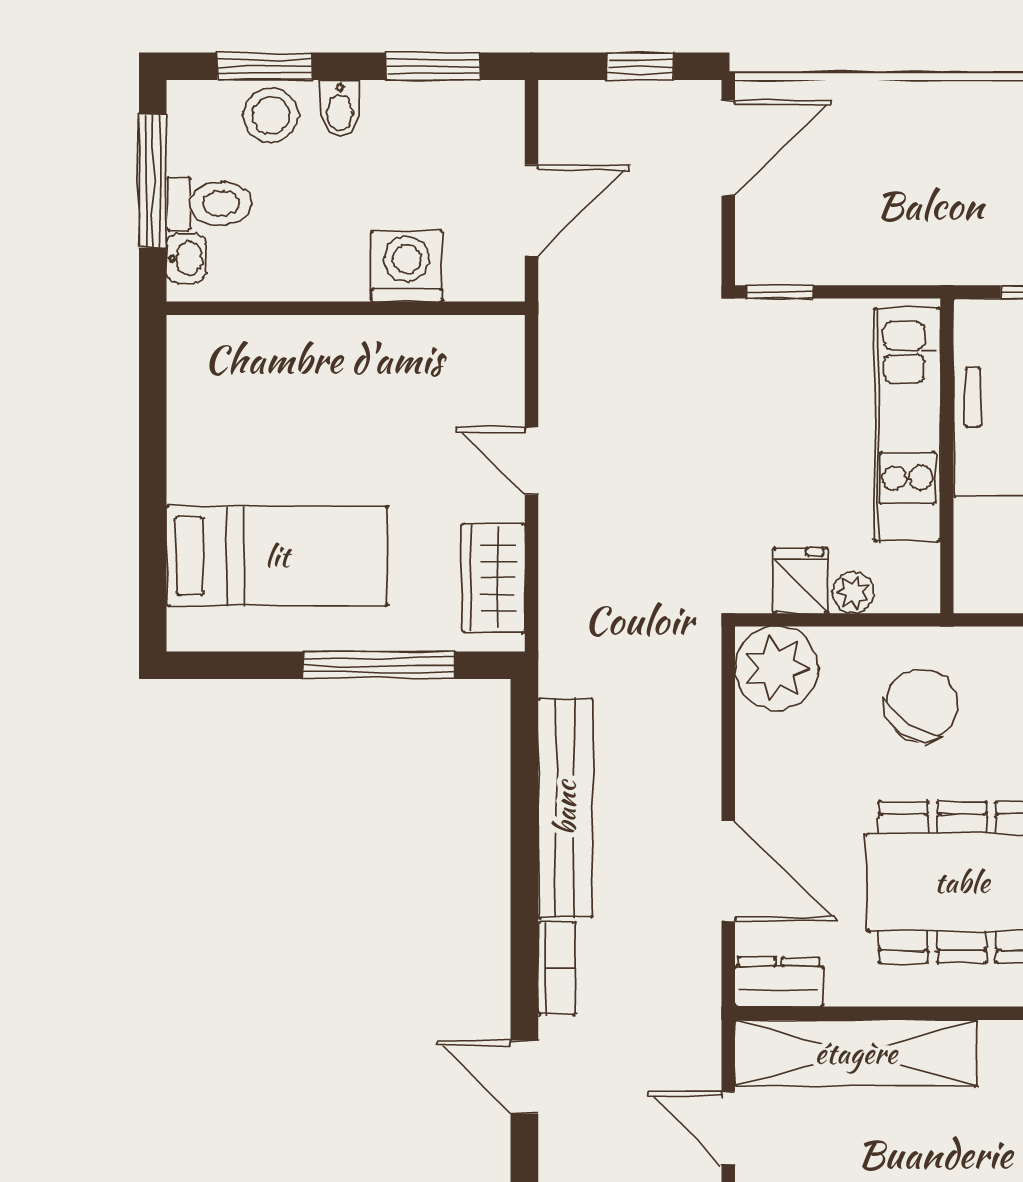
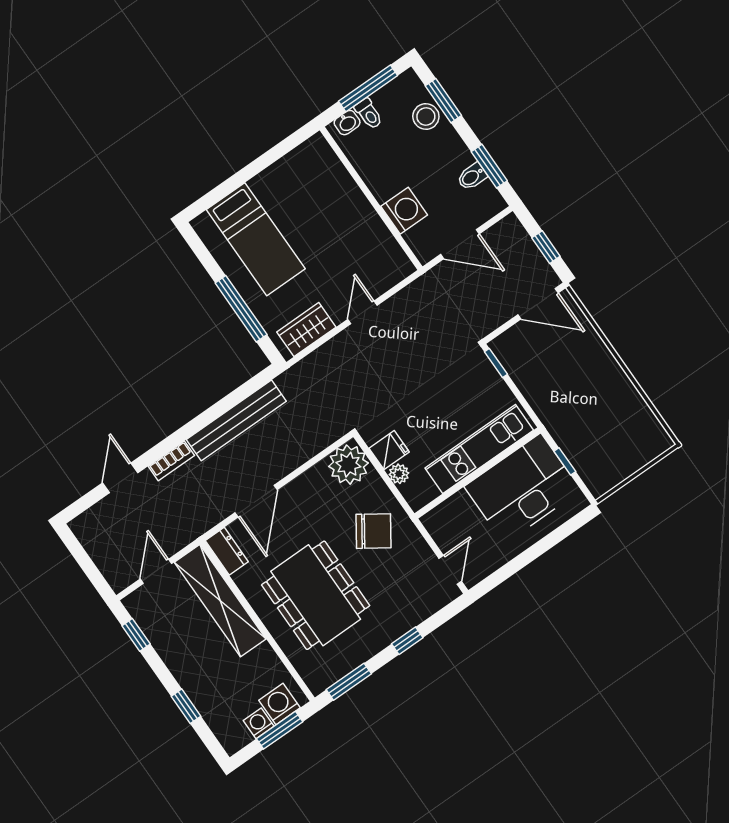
bidet: (340, 108) -> (472, 177), moved
toilet: (209, 204) -> (369, 114), width x0.73, depth x0.72

